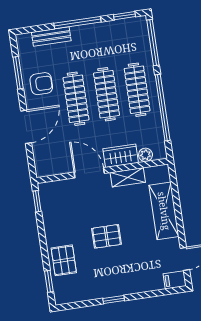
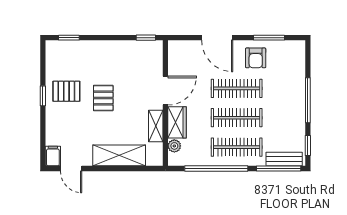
bench: (51, 36) -> (284, 159), moved, turned 90
pallet: (64, 260) -> (66, 91), moved

